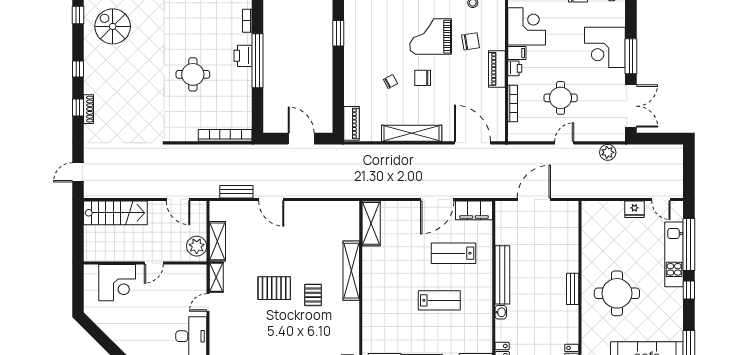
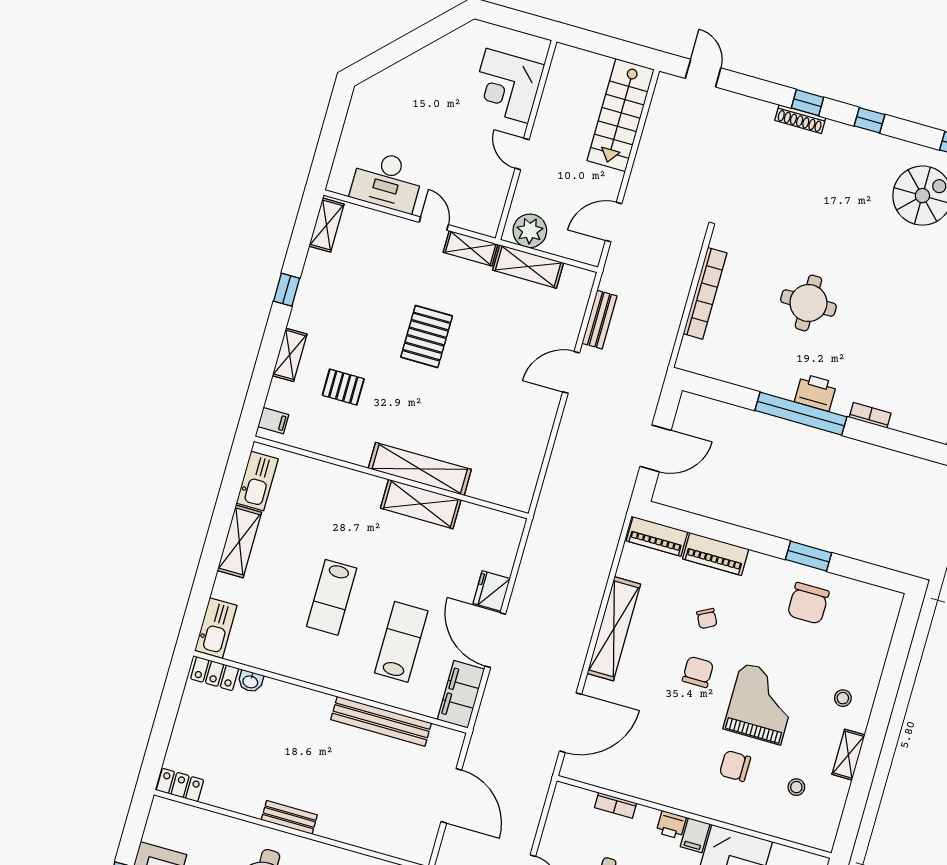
chair: (365, 26) -> (808, 603), added
chair: (471, 41) -> (735, 766), turned 99
piano: (497, 69) -> (716, 554), moved, turned 180
bookcase: (513, 104) -> (616, 805), width x0.64
bookcase: (225, 135) -> (705, 293), moved
fridge: (410, 210) -> (492, 591), added
shelving: (371, 223) -> (421, 504), moved
bench: (502, 275) -> (381, 721), moved
pallet: (313, 295) -> (343, 387), moved
washbasin: (501, 312) -> (250, 681), moved

